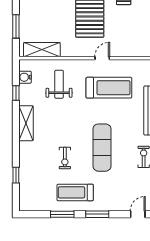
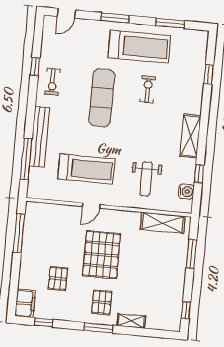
treadmill: (109, 88) -> (86, 169), turned 180
treadmill: (75, 192) -> (139, 47), width x1.37, depth x1.38
window: (62, 214) -> (170, 23), moved

